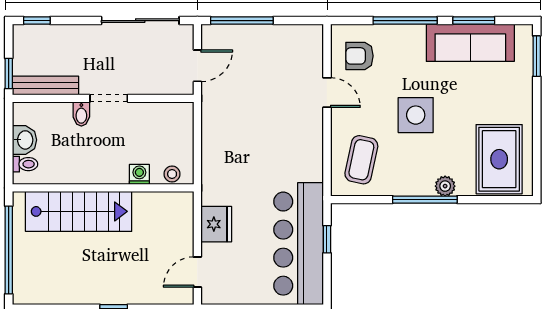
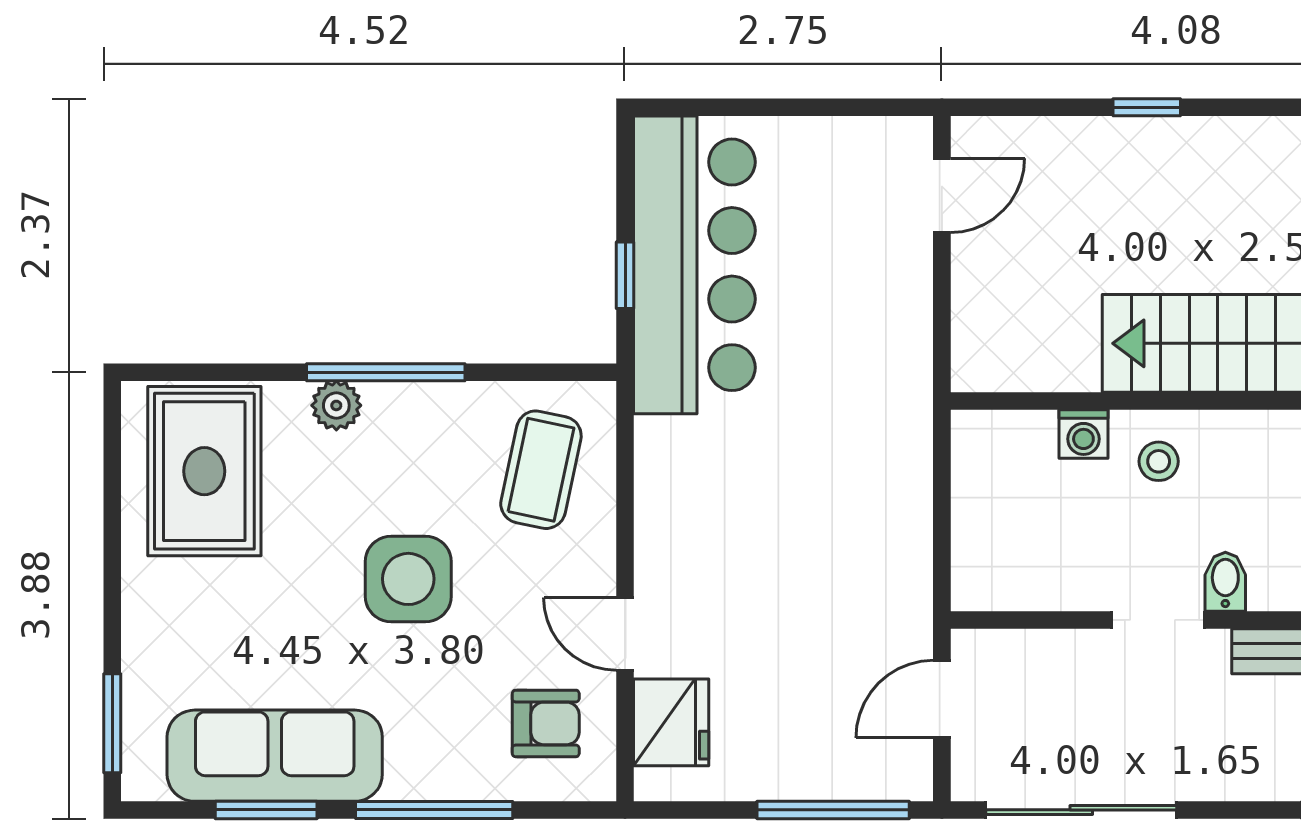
stool: (172, 174) -> (1159, 461), moved
fridge: (216, 224) -> (671, 722), moved, turned 180

